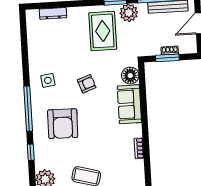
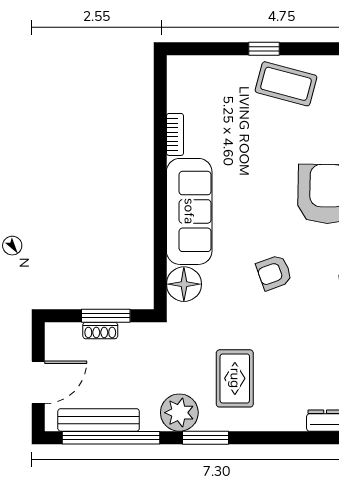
rug: (103, 31) -> (235, 378), width x0.73, depth x0.70
sofa: (129, 104) -> (189, 211), width x1.36

